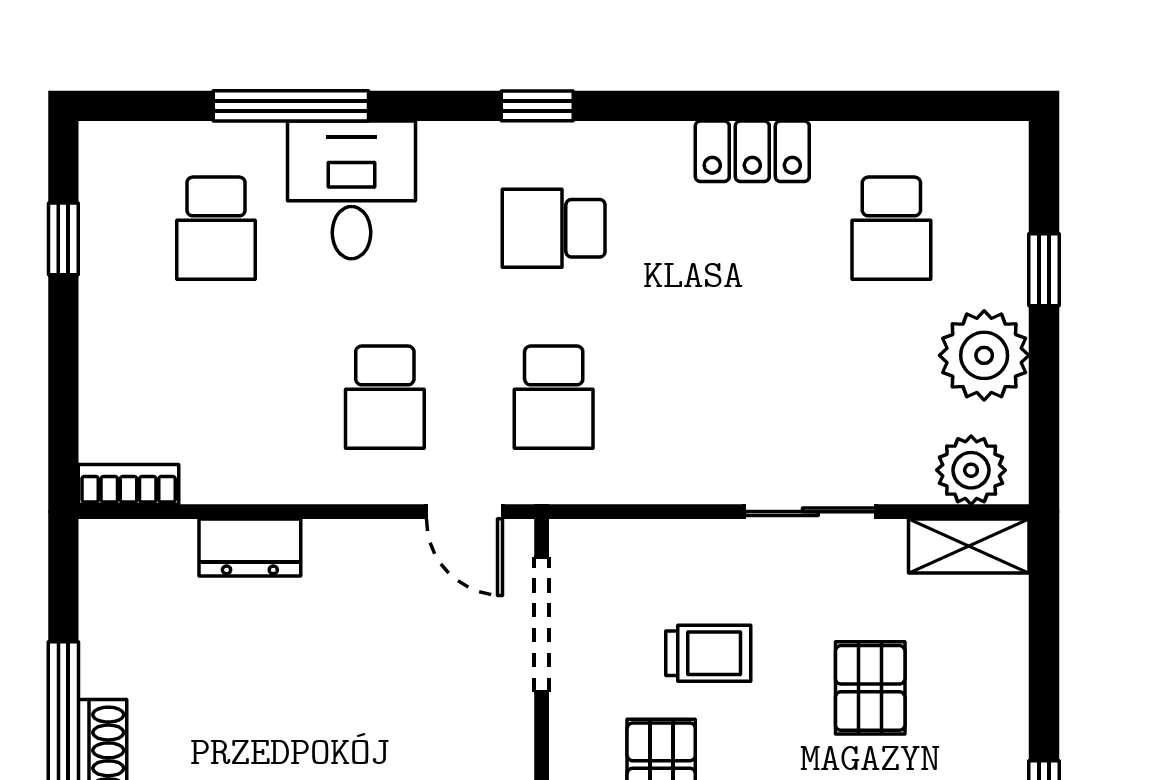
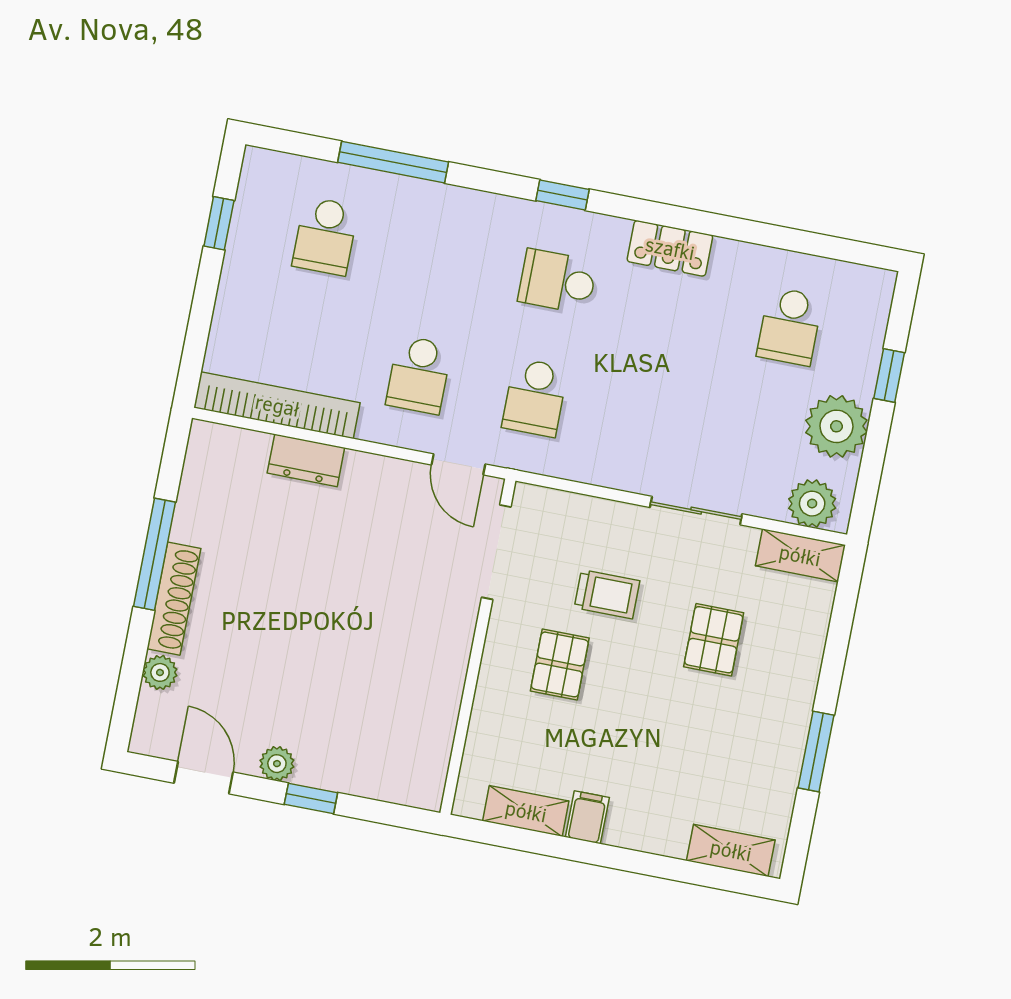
locker: (752, 151) -> (670, 248), moved
desk: (351, 190) -> (424, 228), removed
bookcase: (129, 484) -> (277, 405), width x2.31, depth x1.31

